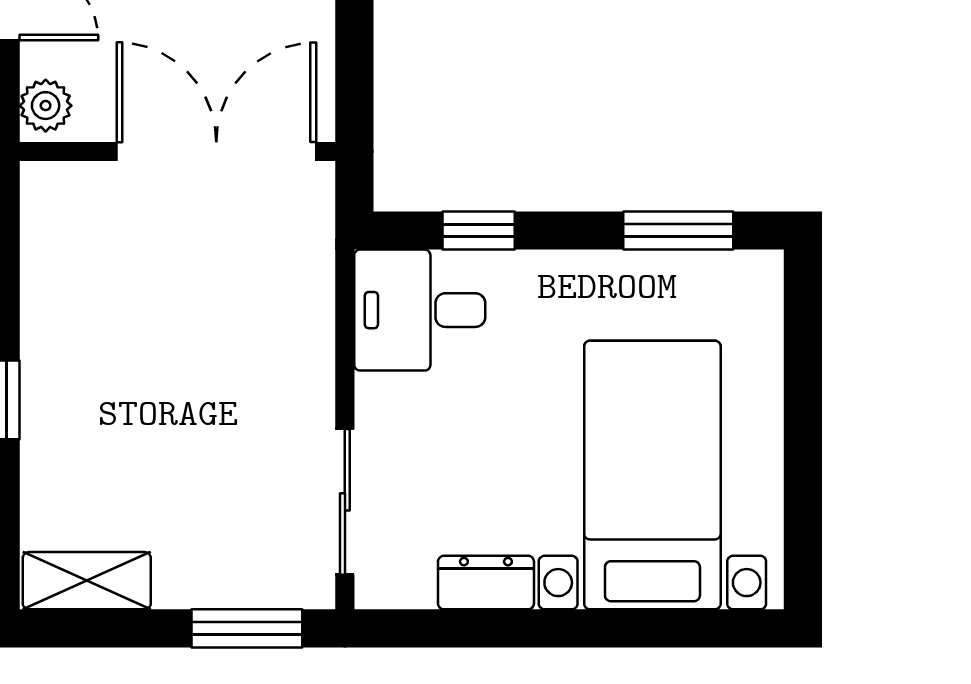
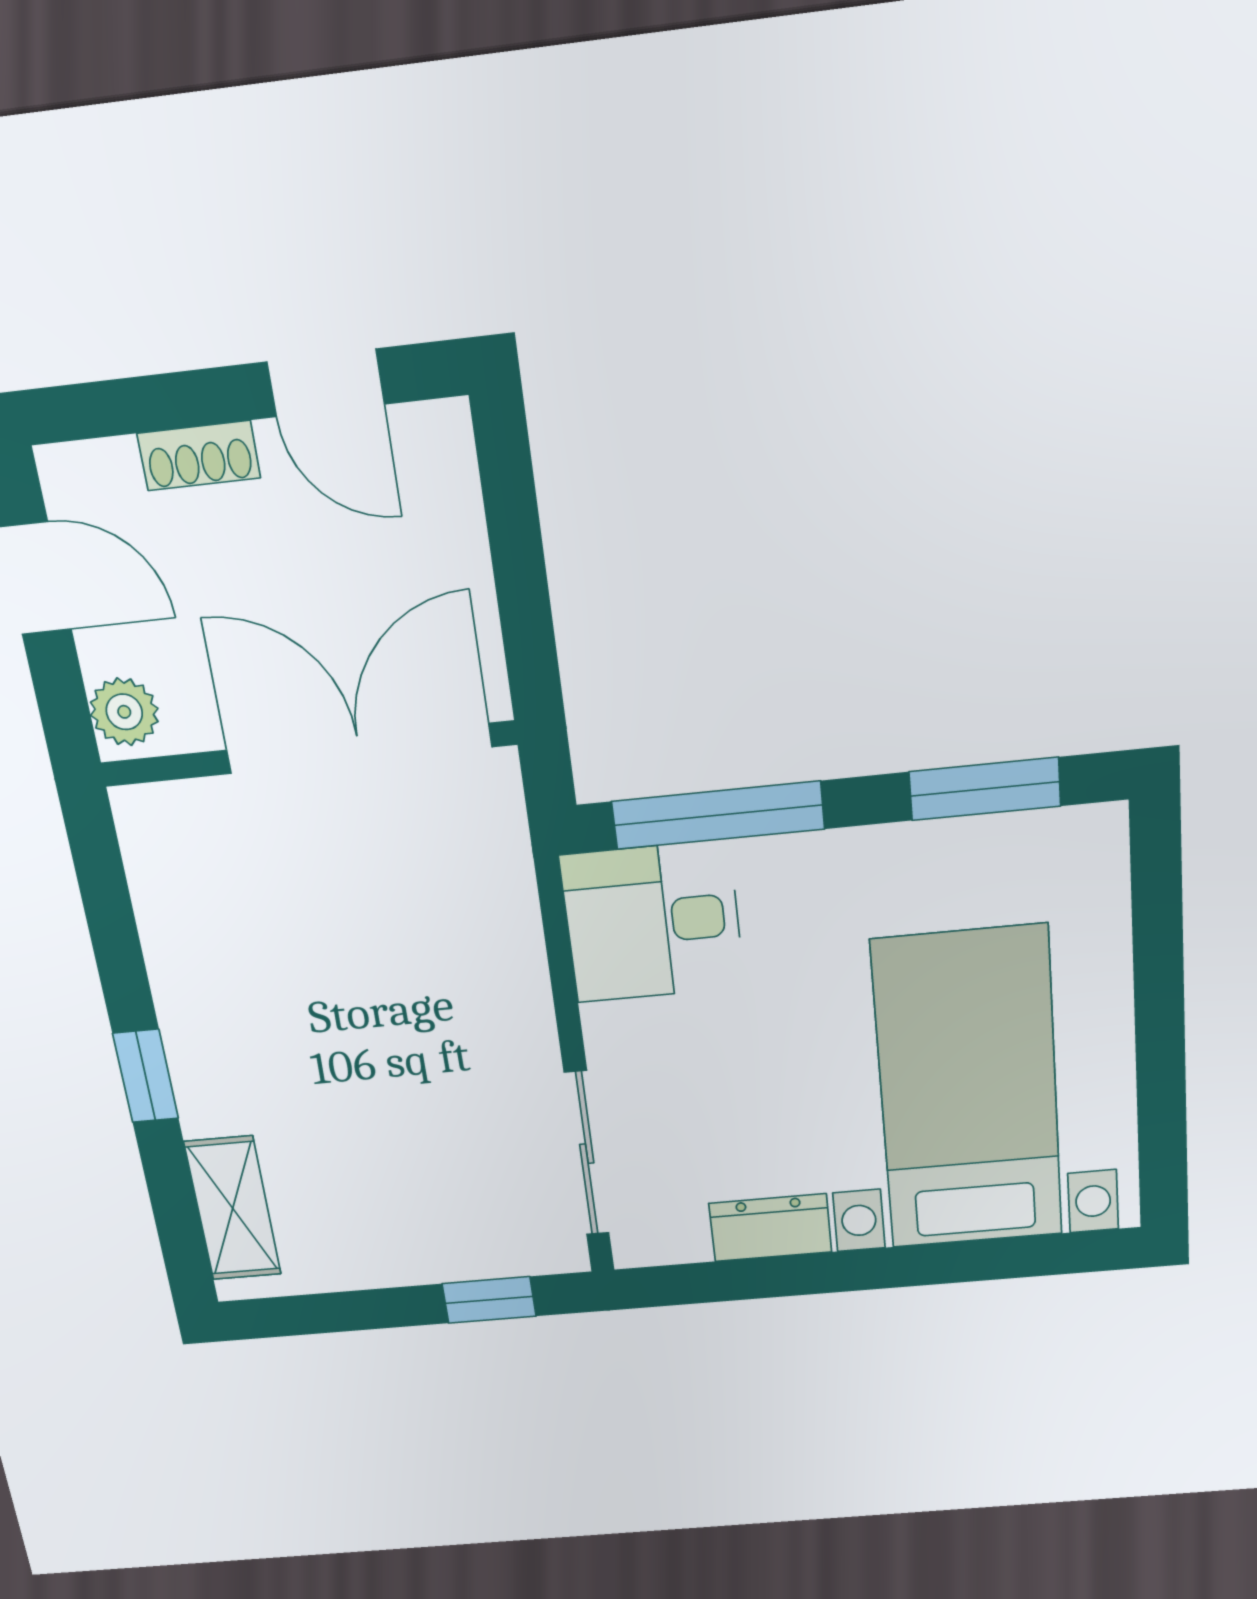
window: (479, 230) -> (718, 815), width x2.17
shelving: (87, 581) -> (233, 1208), moved, turned 90
window: (247, 628) -> (489, 1300), width x0.67

